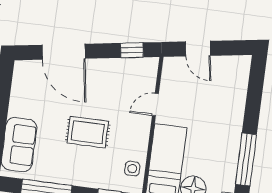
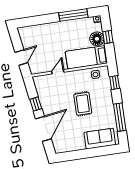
window: (132, 50) -> (36, 104), moved
door: (155, 105) -> (58, 72), swing flipped

